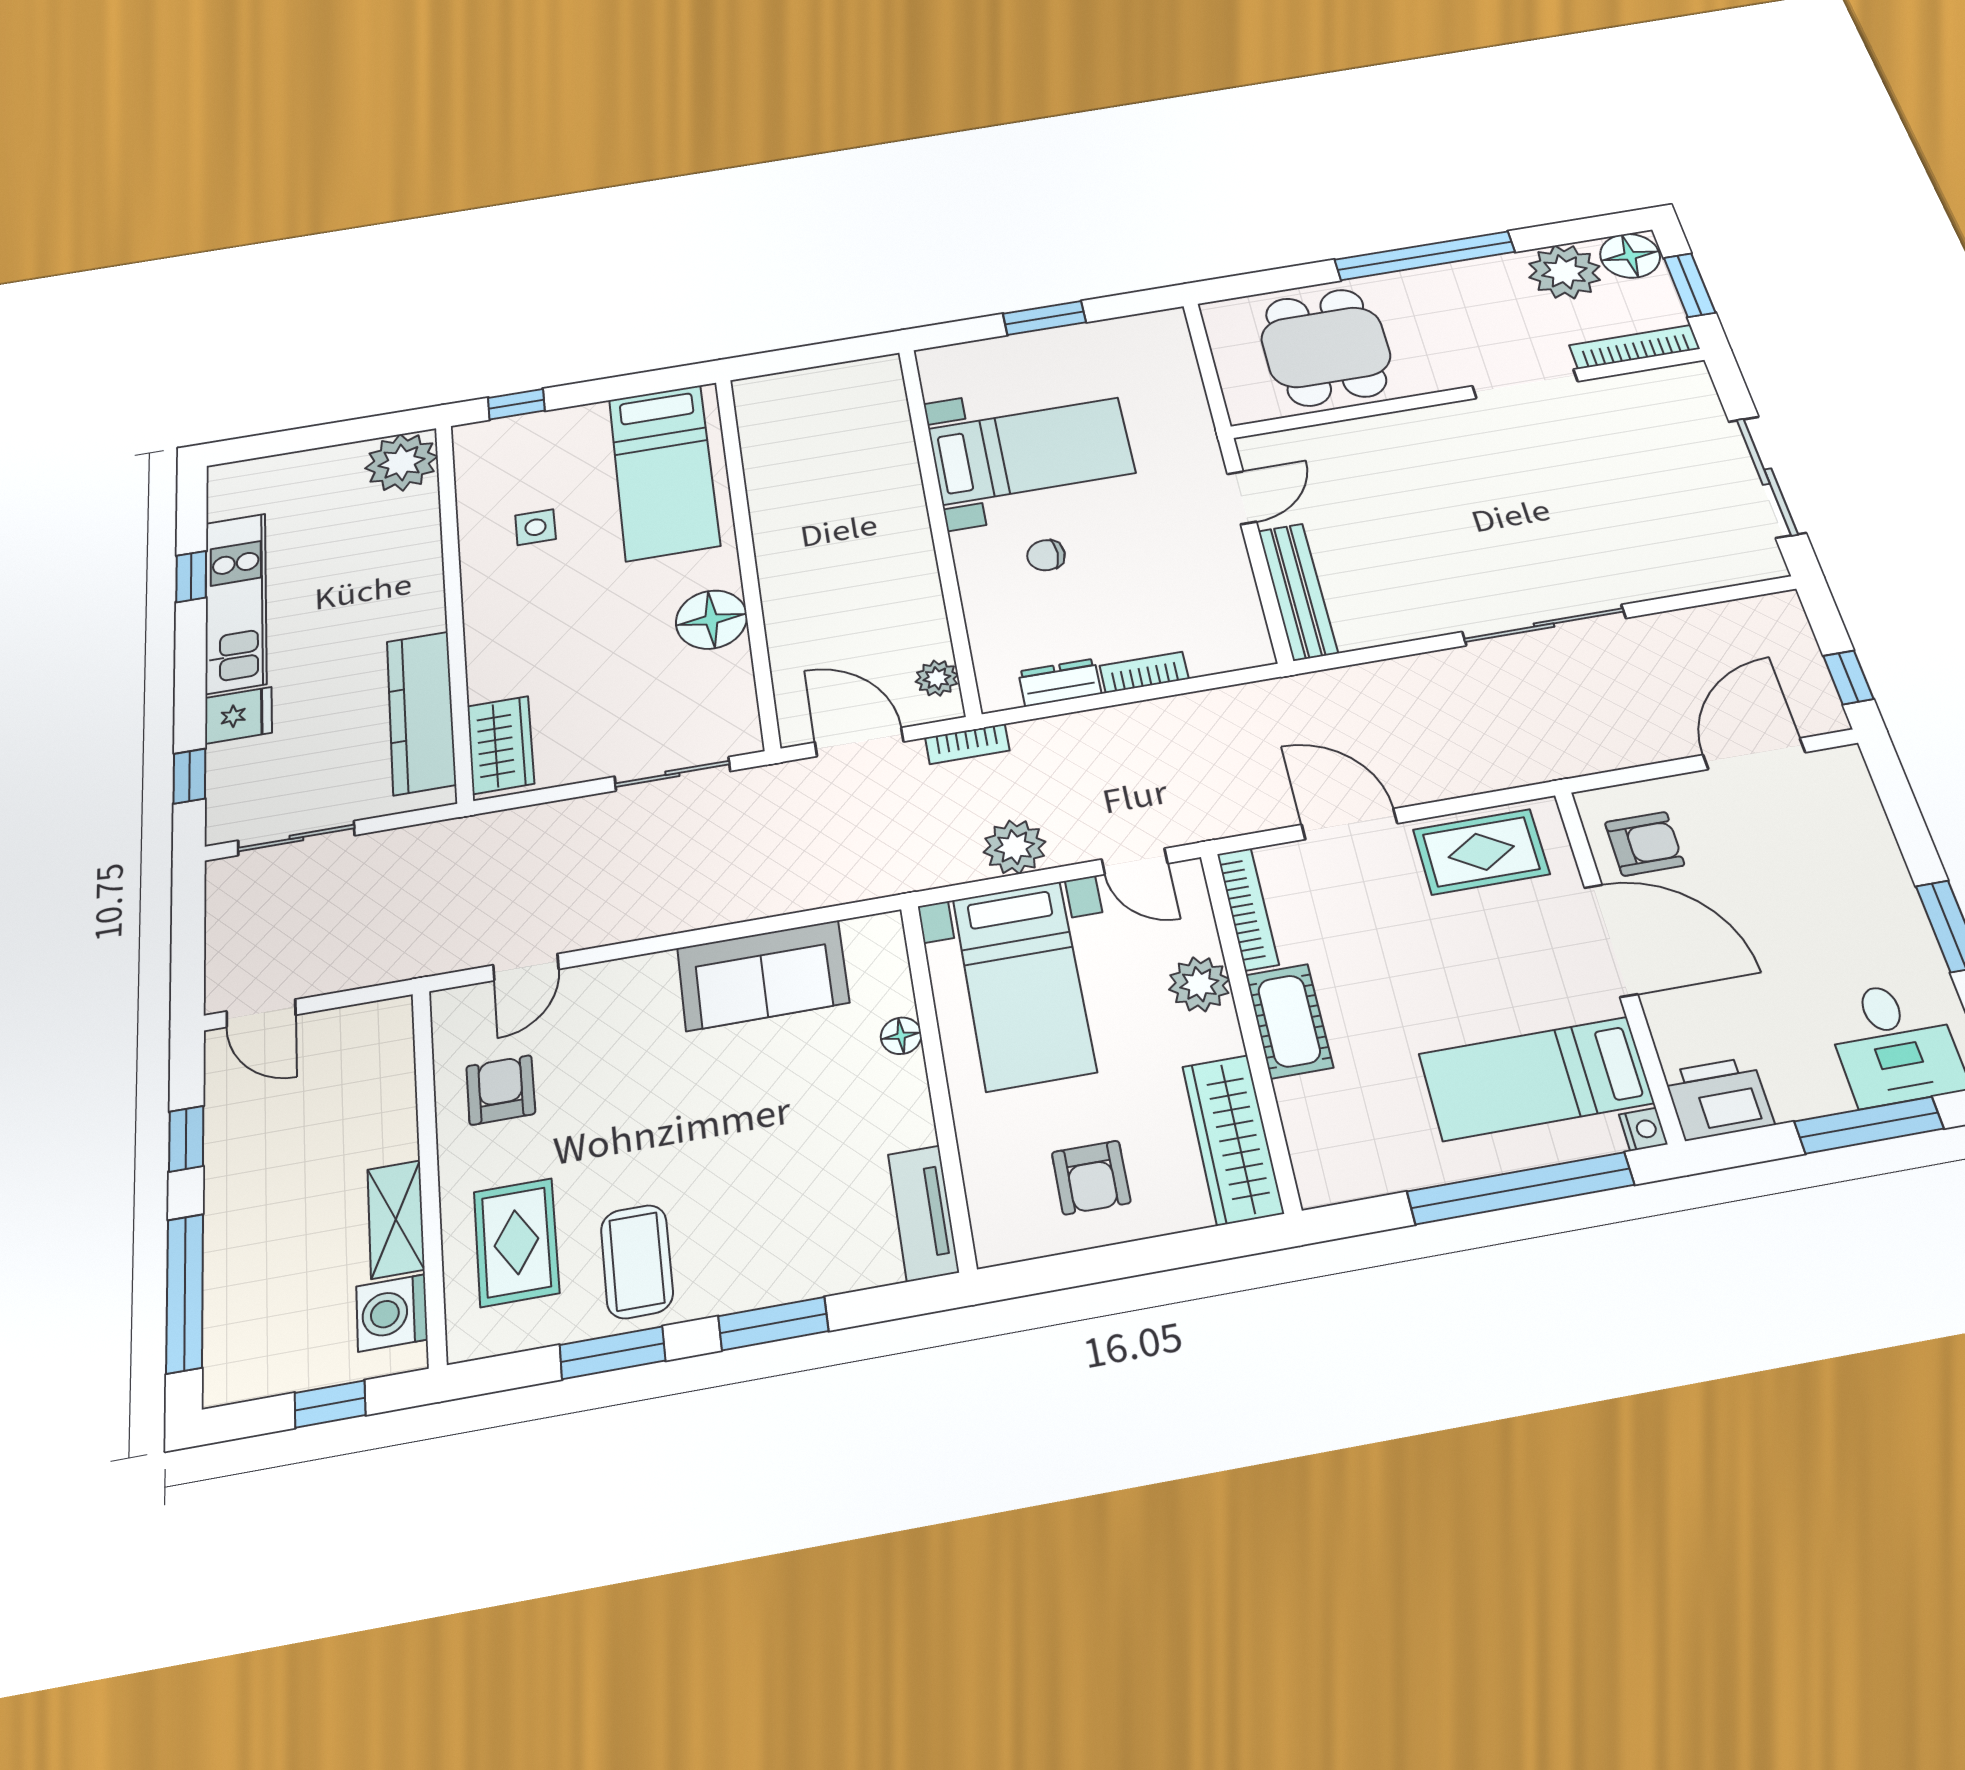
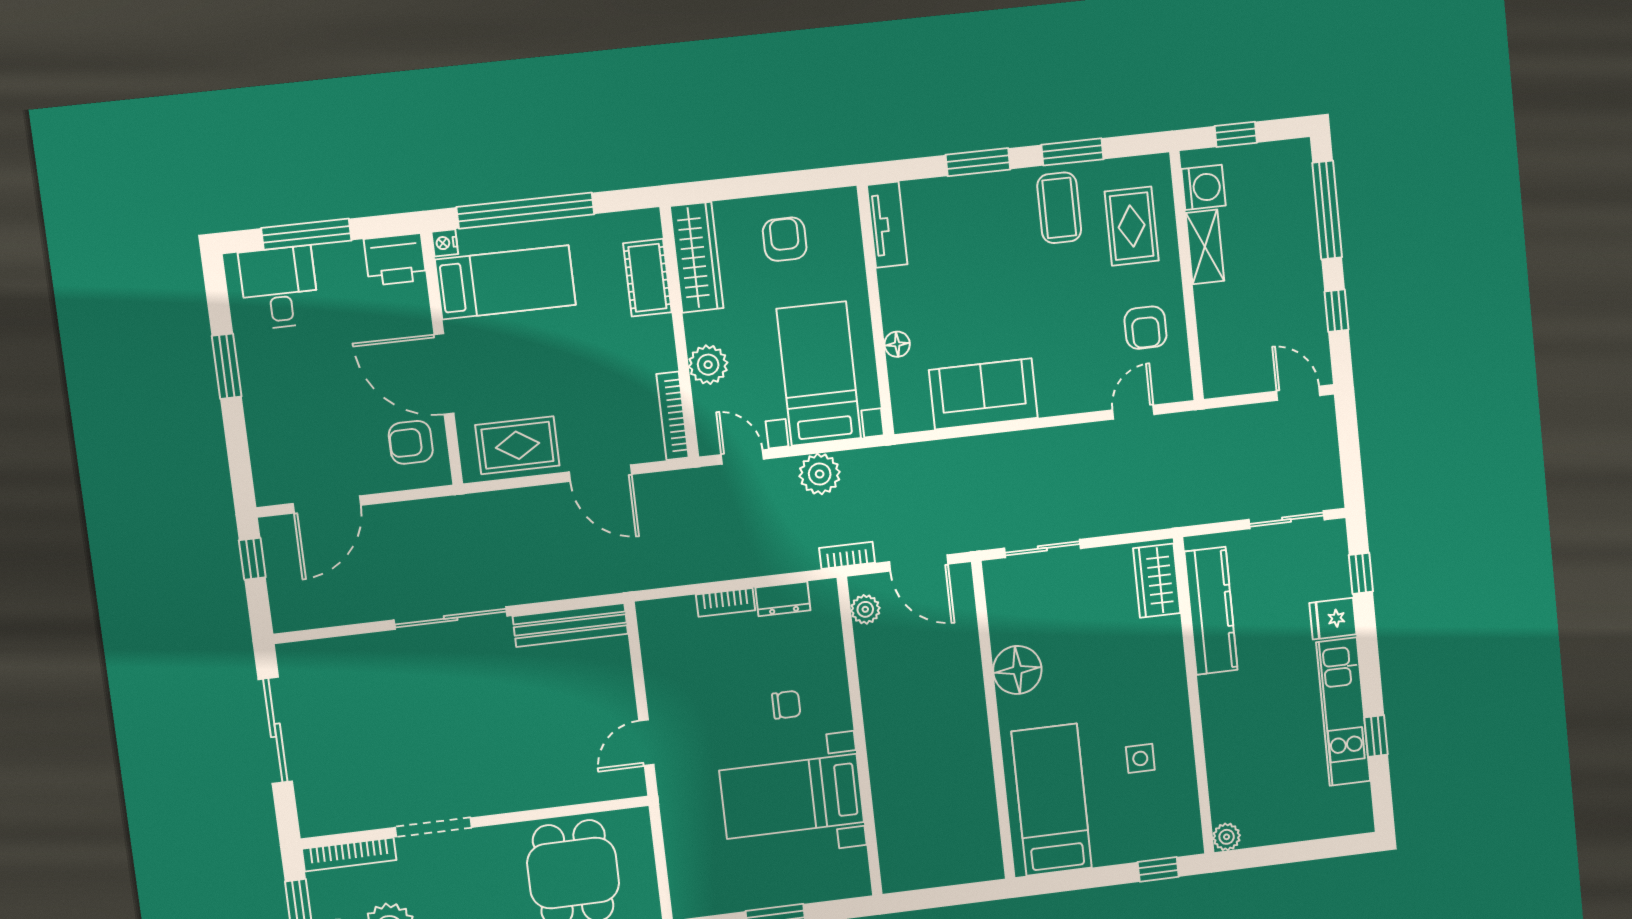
plant: (401, 462) -> (1227, 837), width x0.53, depth x0.53
bench: (1298, 591) -> (570, 625), moved, turned 90
cot: (1289, 1021) -> (647, 278), moved

